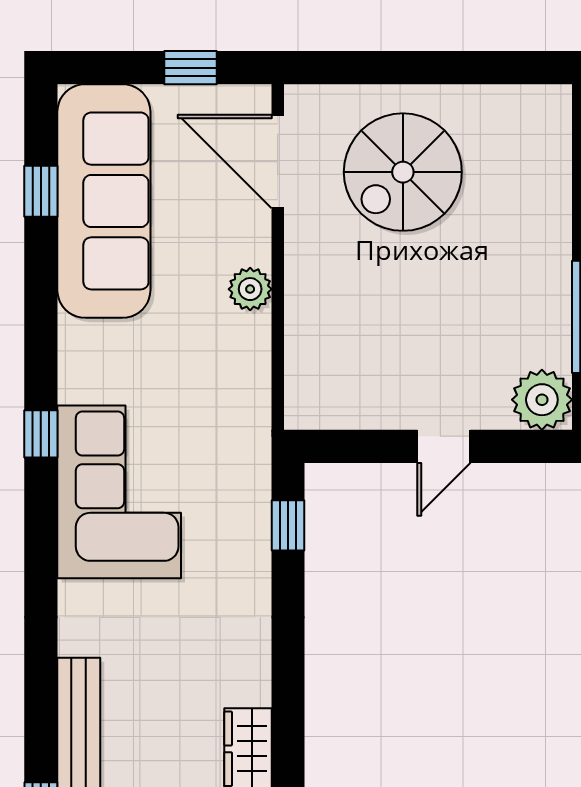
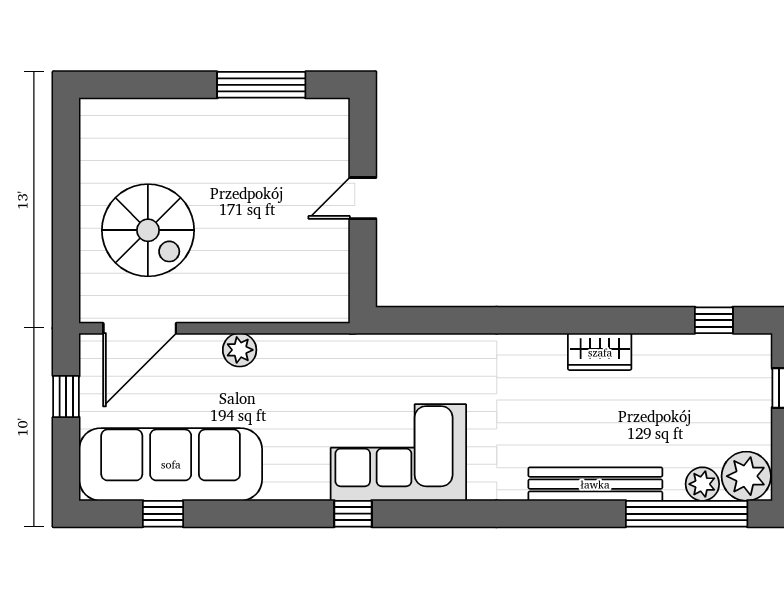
plant: (542, 400) -> (326, 121), removed
door: (444, 446) -> (363, 198), swing flipped
window: (288, 525) -> (425, 320), removed

